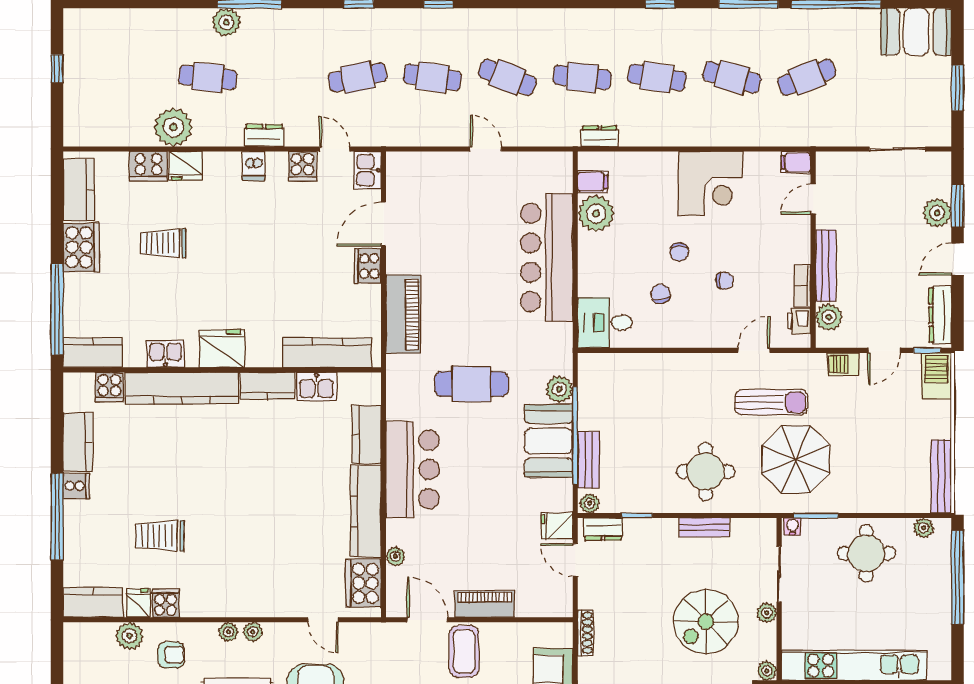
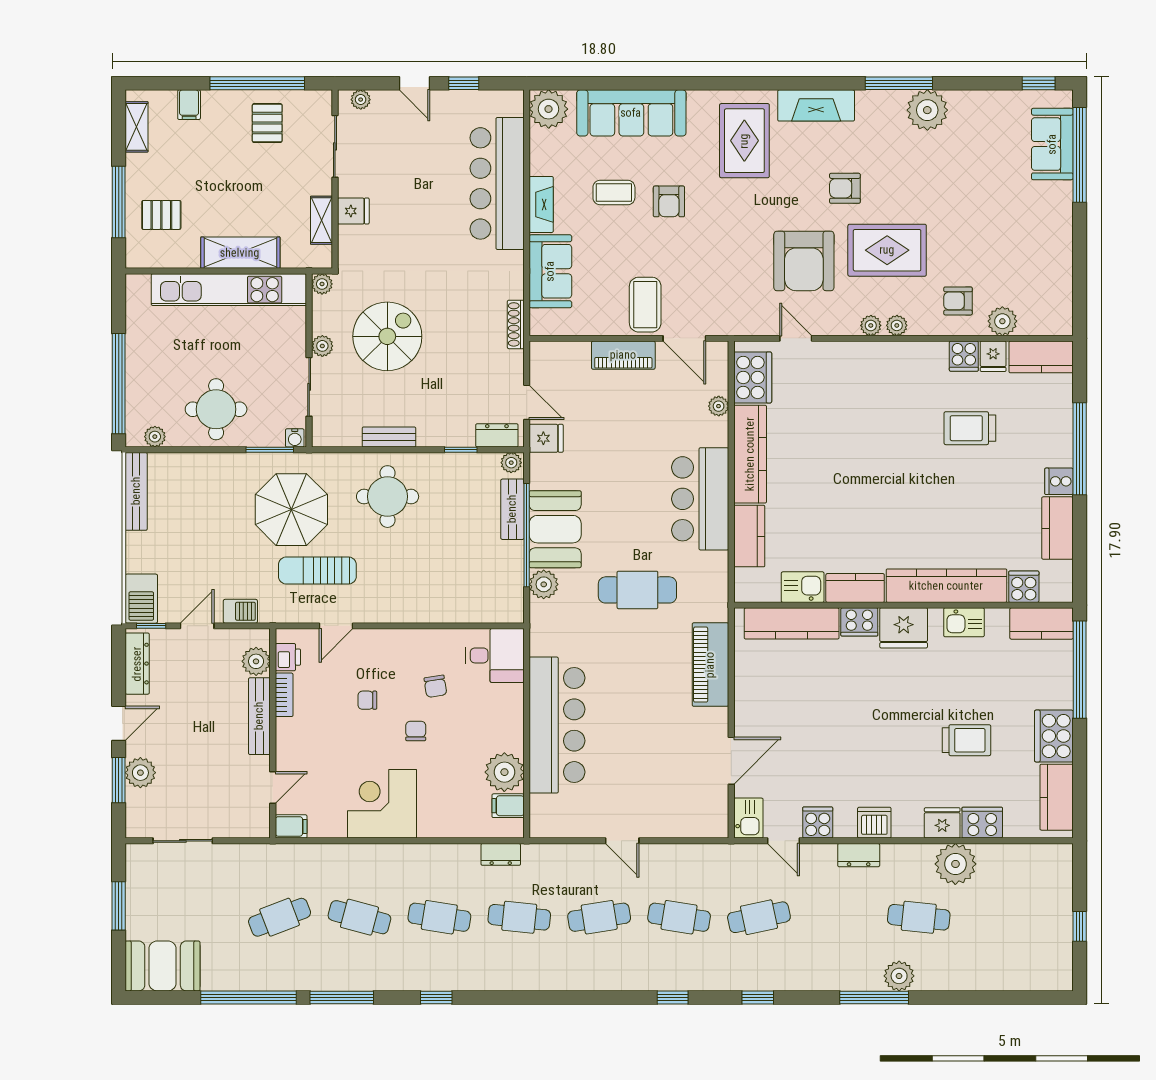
cafe table: (507, 77) -> (599, 917), turned -30
dishwasher: (254, 166) -> (874, 823), width x1.38
cooker: (368, 266) -> (859, 622), moved, turned 90
trolley: (160, 536) -> (970, 428), turned 180

